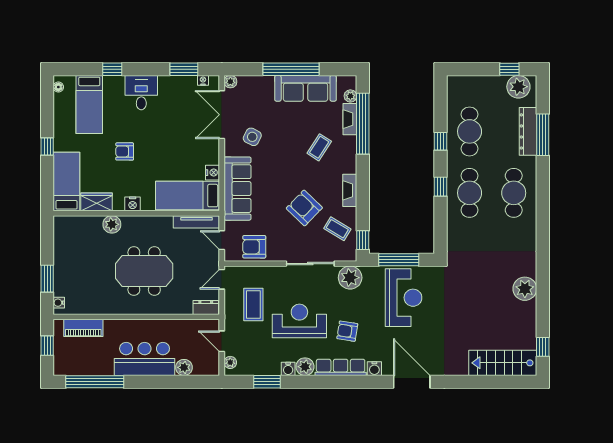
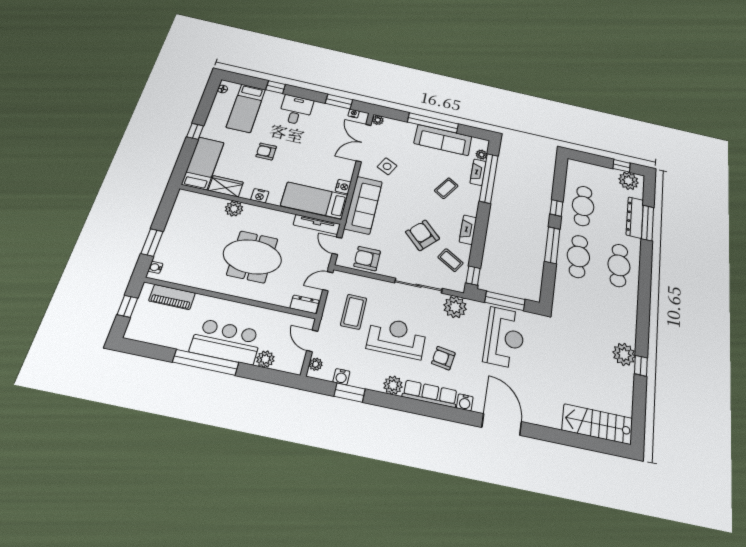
window: (441, 187) -> (552, 245), width x2.17
window: (543, 347) -> (641, 366), moved
water cooler: (288, 369) -> (341, 377), moved
window: (95, 382) -> (206, 362), moved

